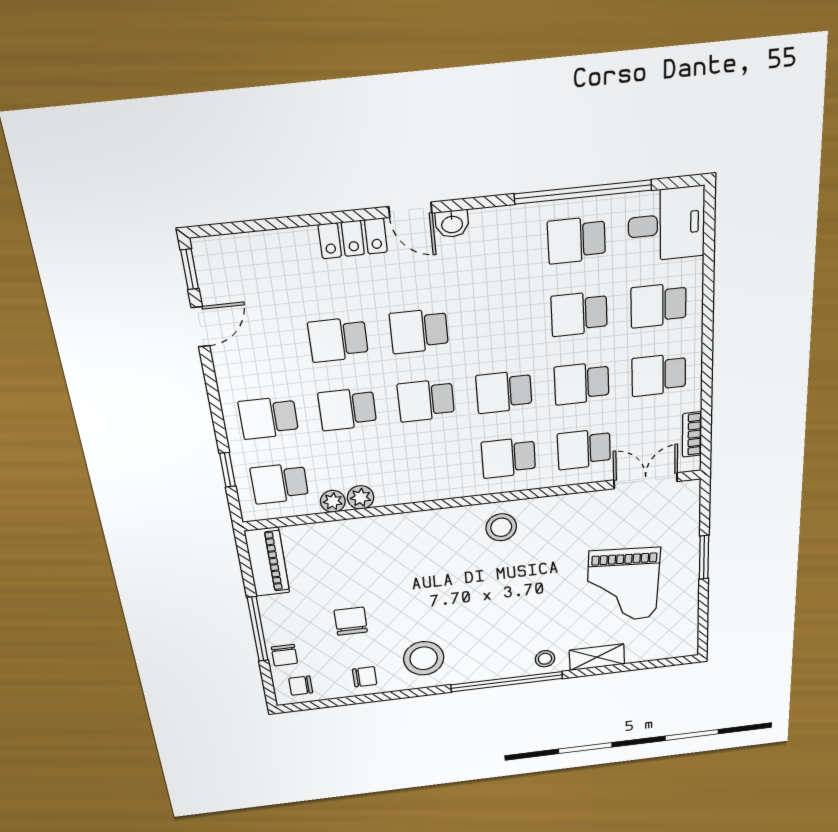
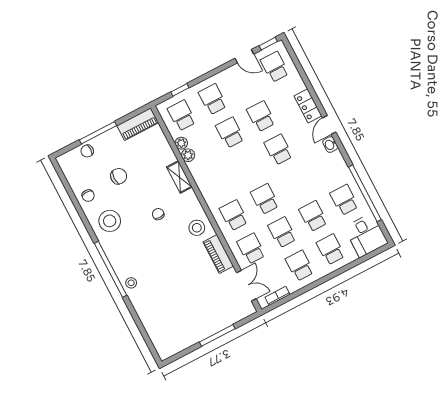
school desk: (426, 400) -> (275, 67), moved
piano: (566, 508) -> (218, 254), added
window: (704, 557) -> (217, 335), width x1.44
grand piano: (623, 585) -> (187, 302), removed
shelving: (597, 657) -> (179, 177), moved
chair: (301, 686) -> (158, 214), moved

